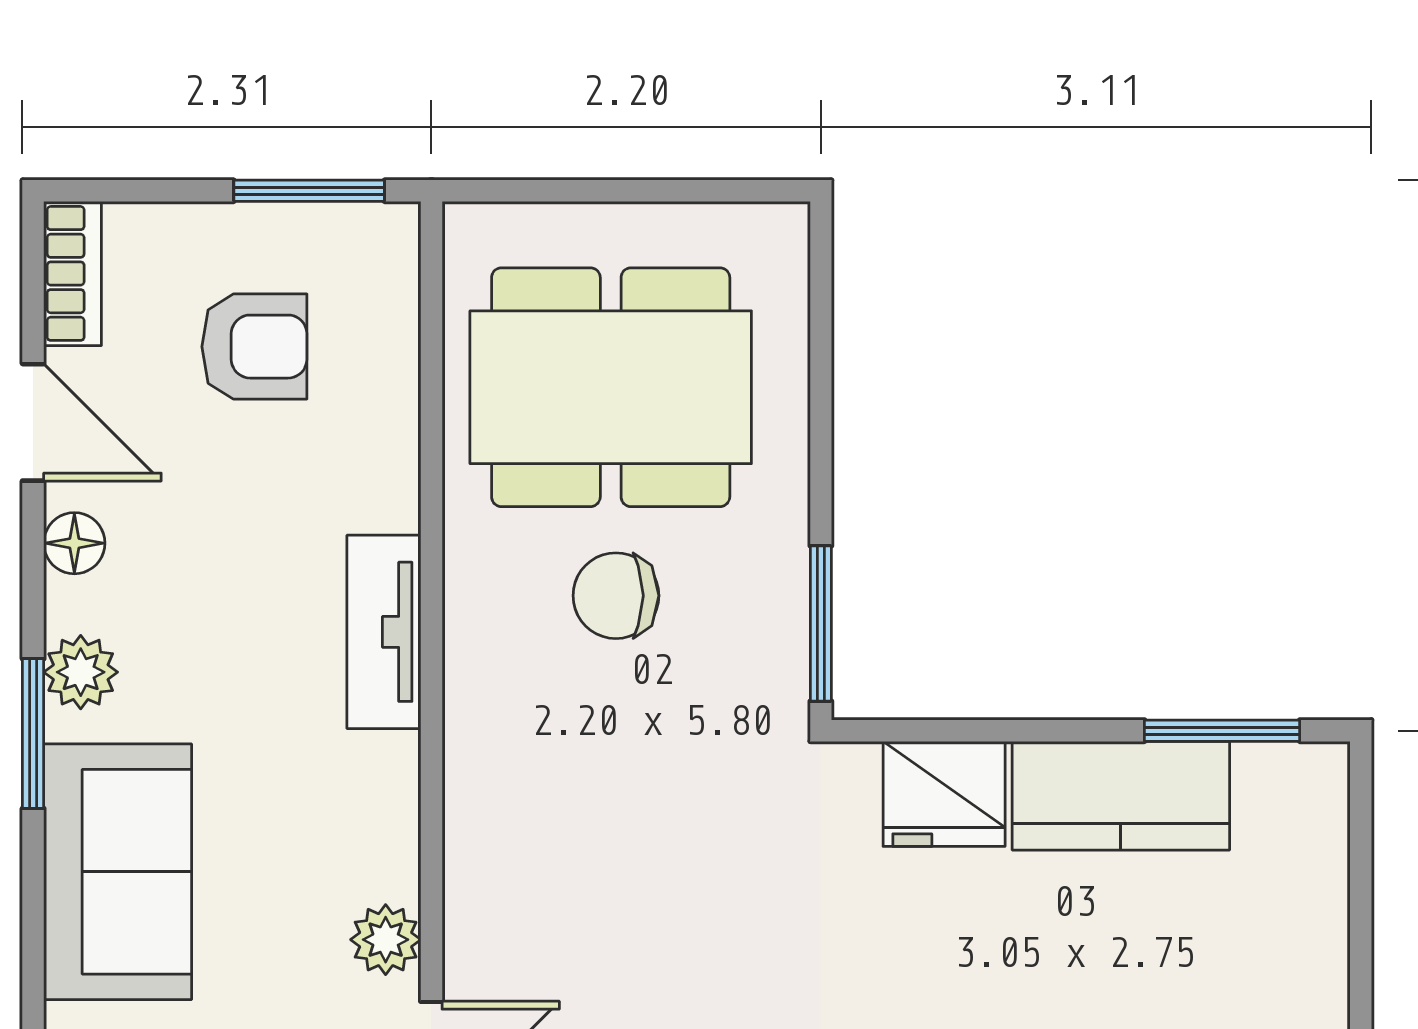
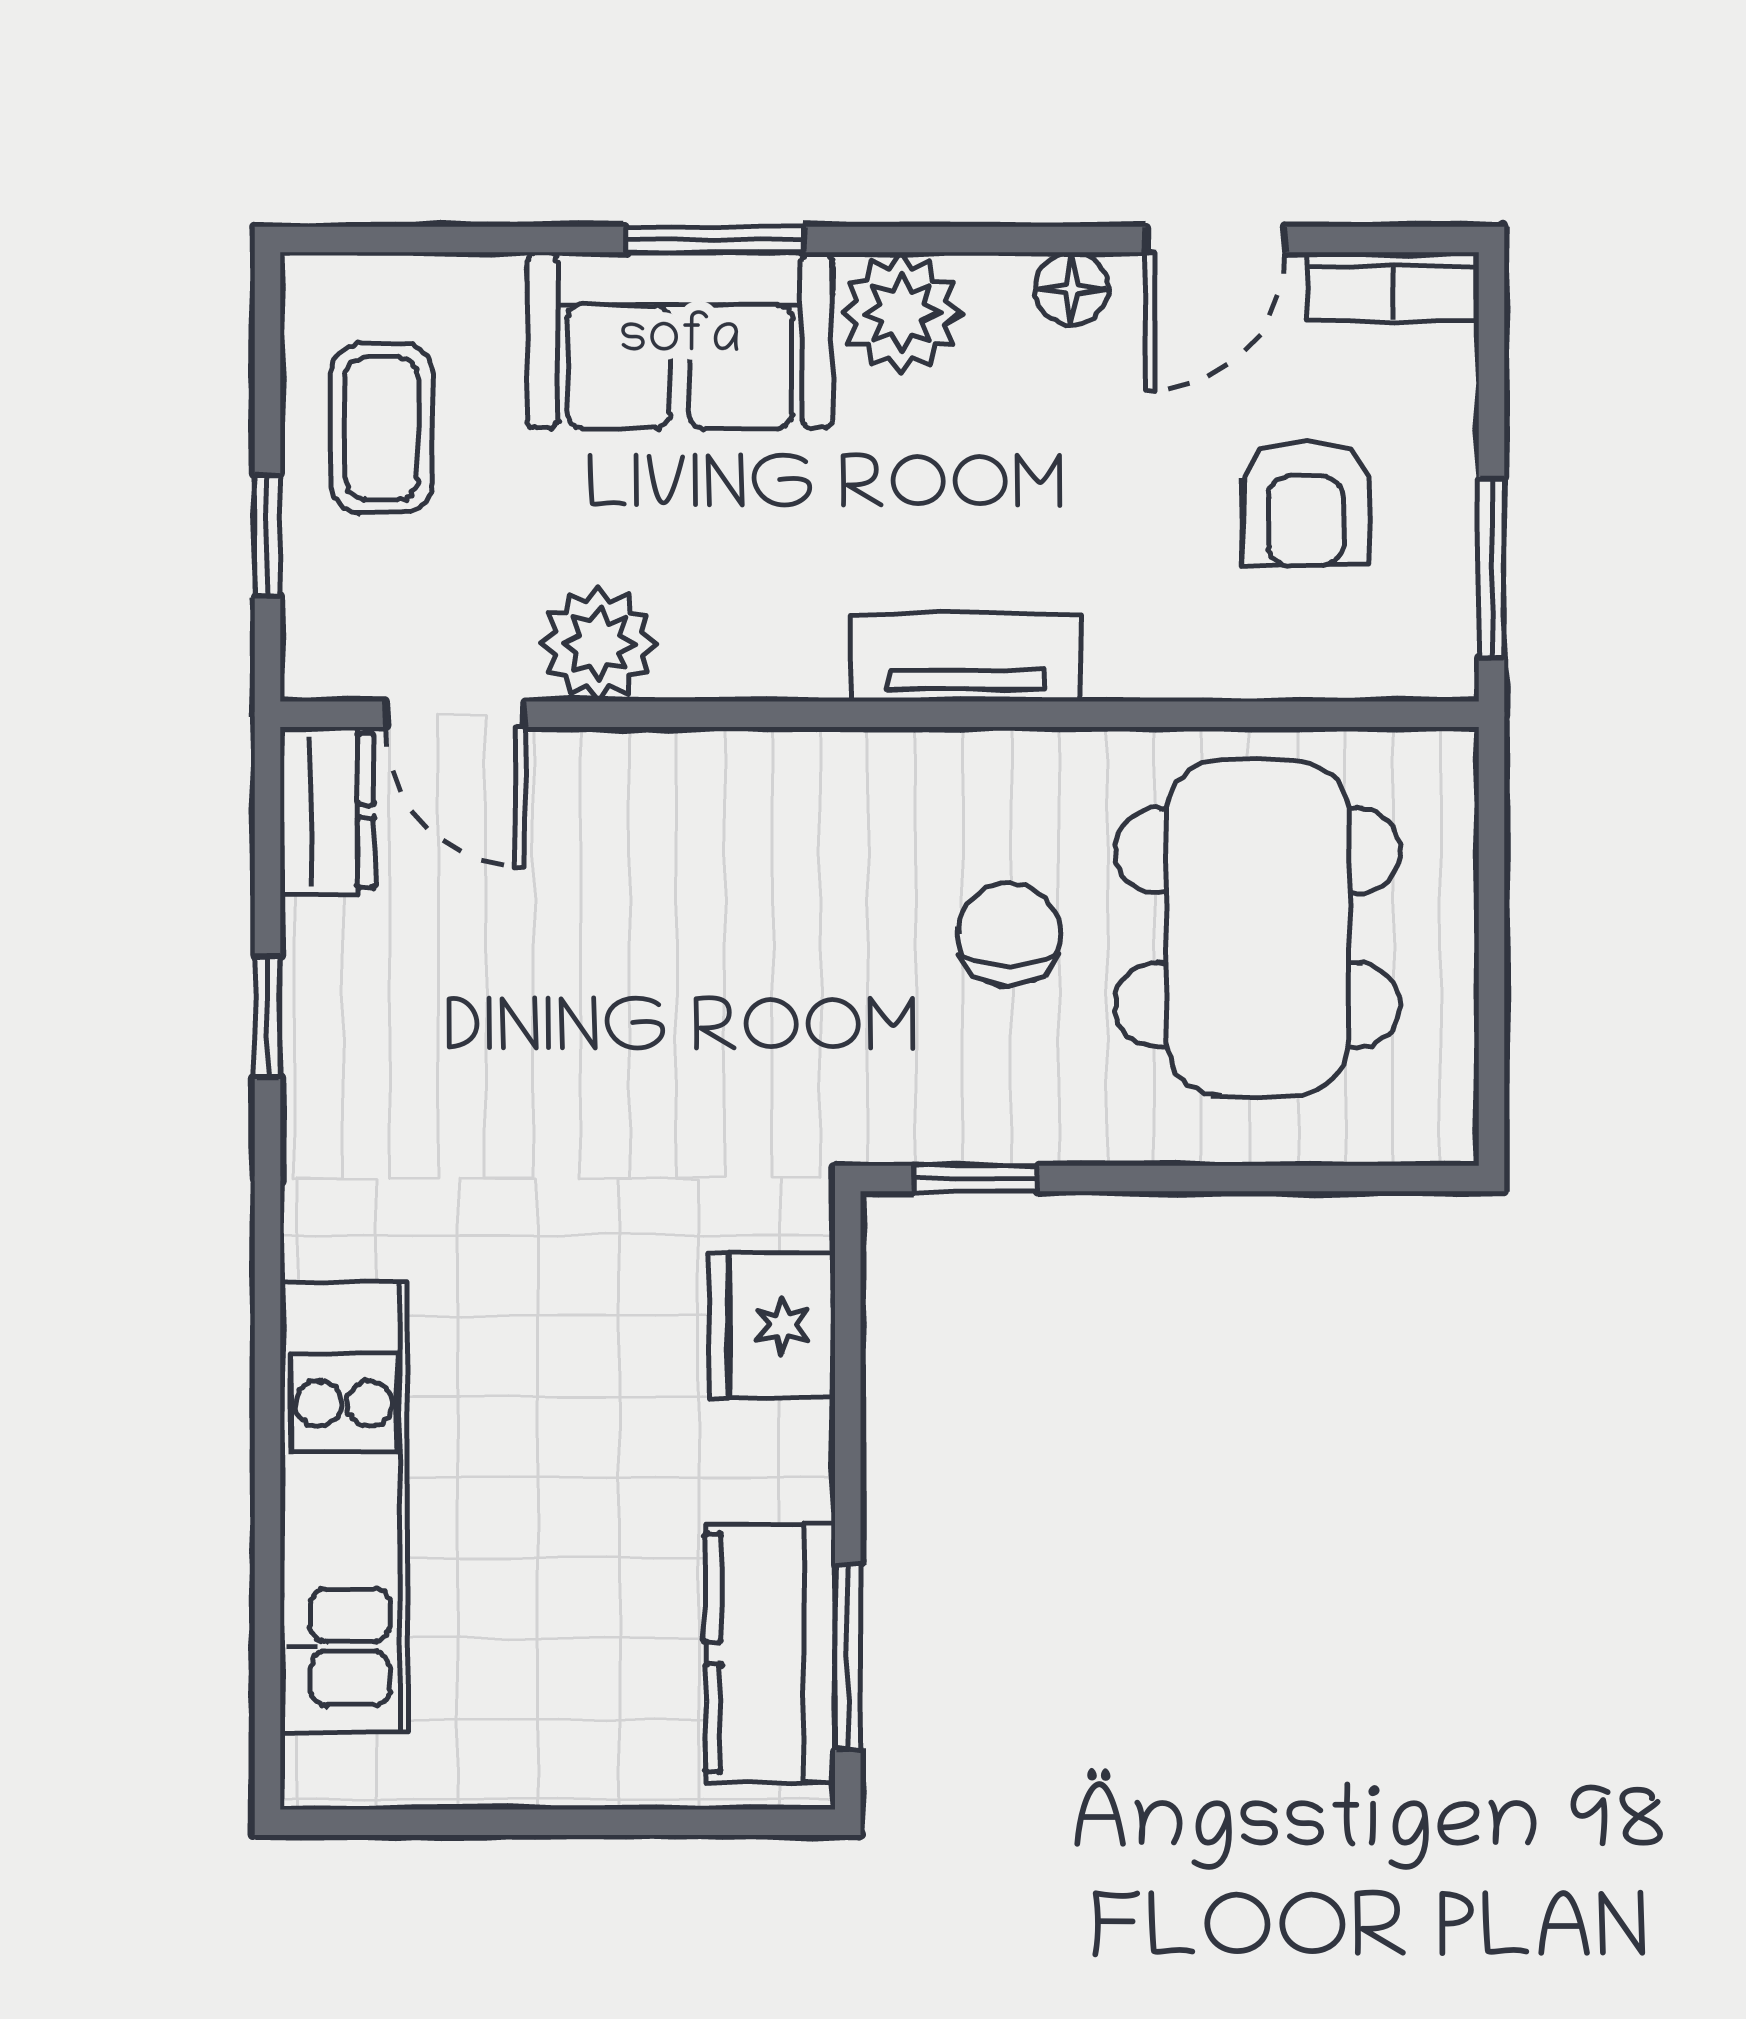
window: (821, 624) -> (976, 1179), width x0.67
plant: (81, 672) -> (901, 313), width x1.38, depth x1.38
window: (33, 734) -> (715, 239), moved
kitchen counter: (1121, 796) -> (770, 1653), moved
plant: (386, 940) -> (599, 644), width x1.38, depth x1.38

